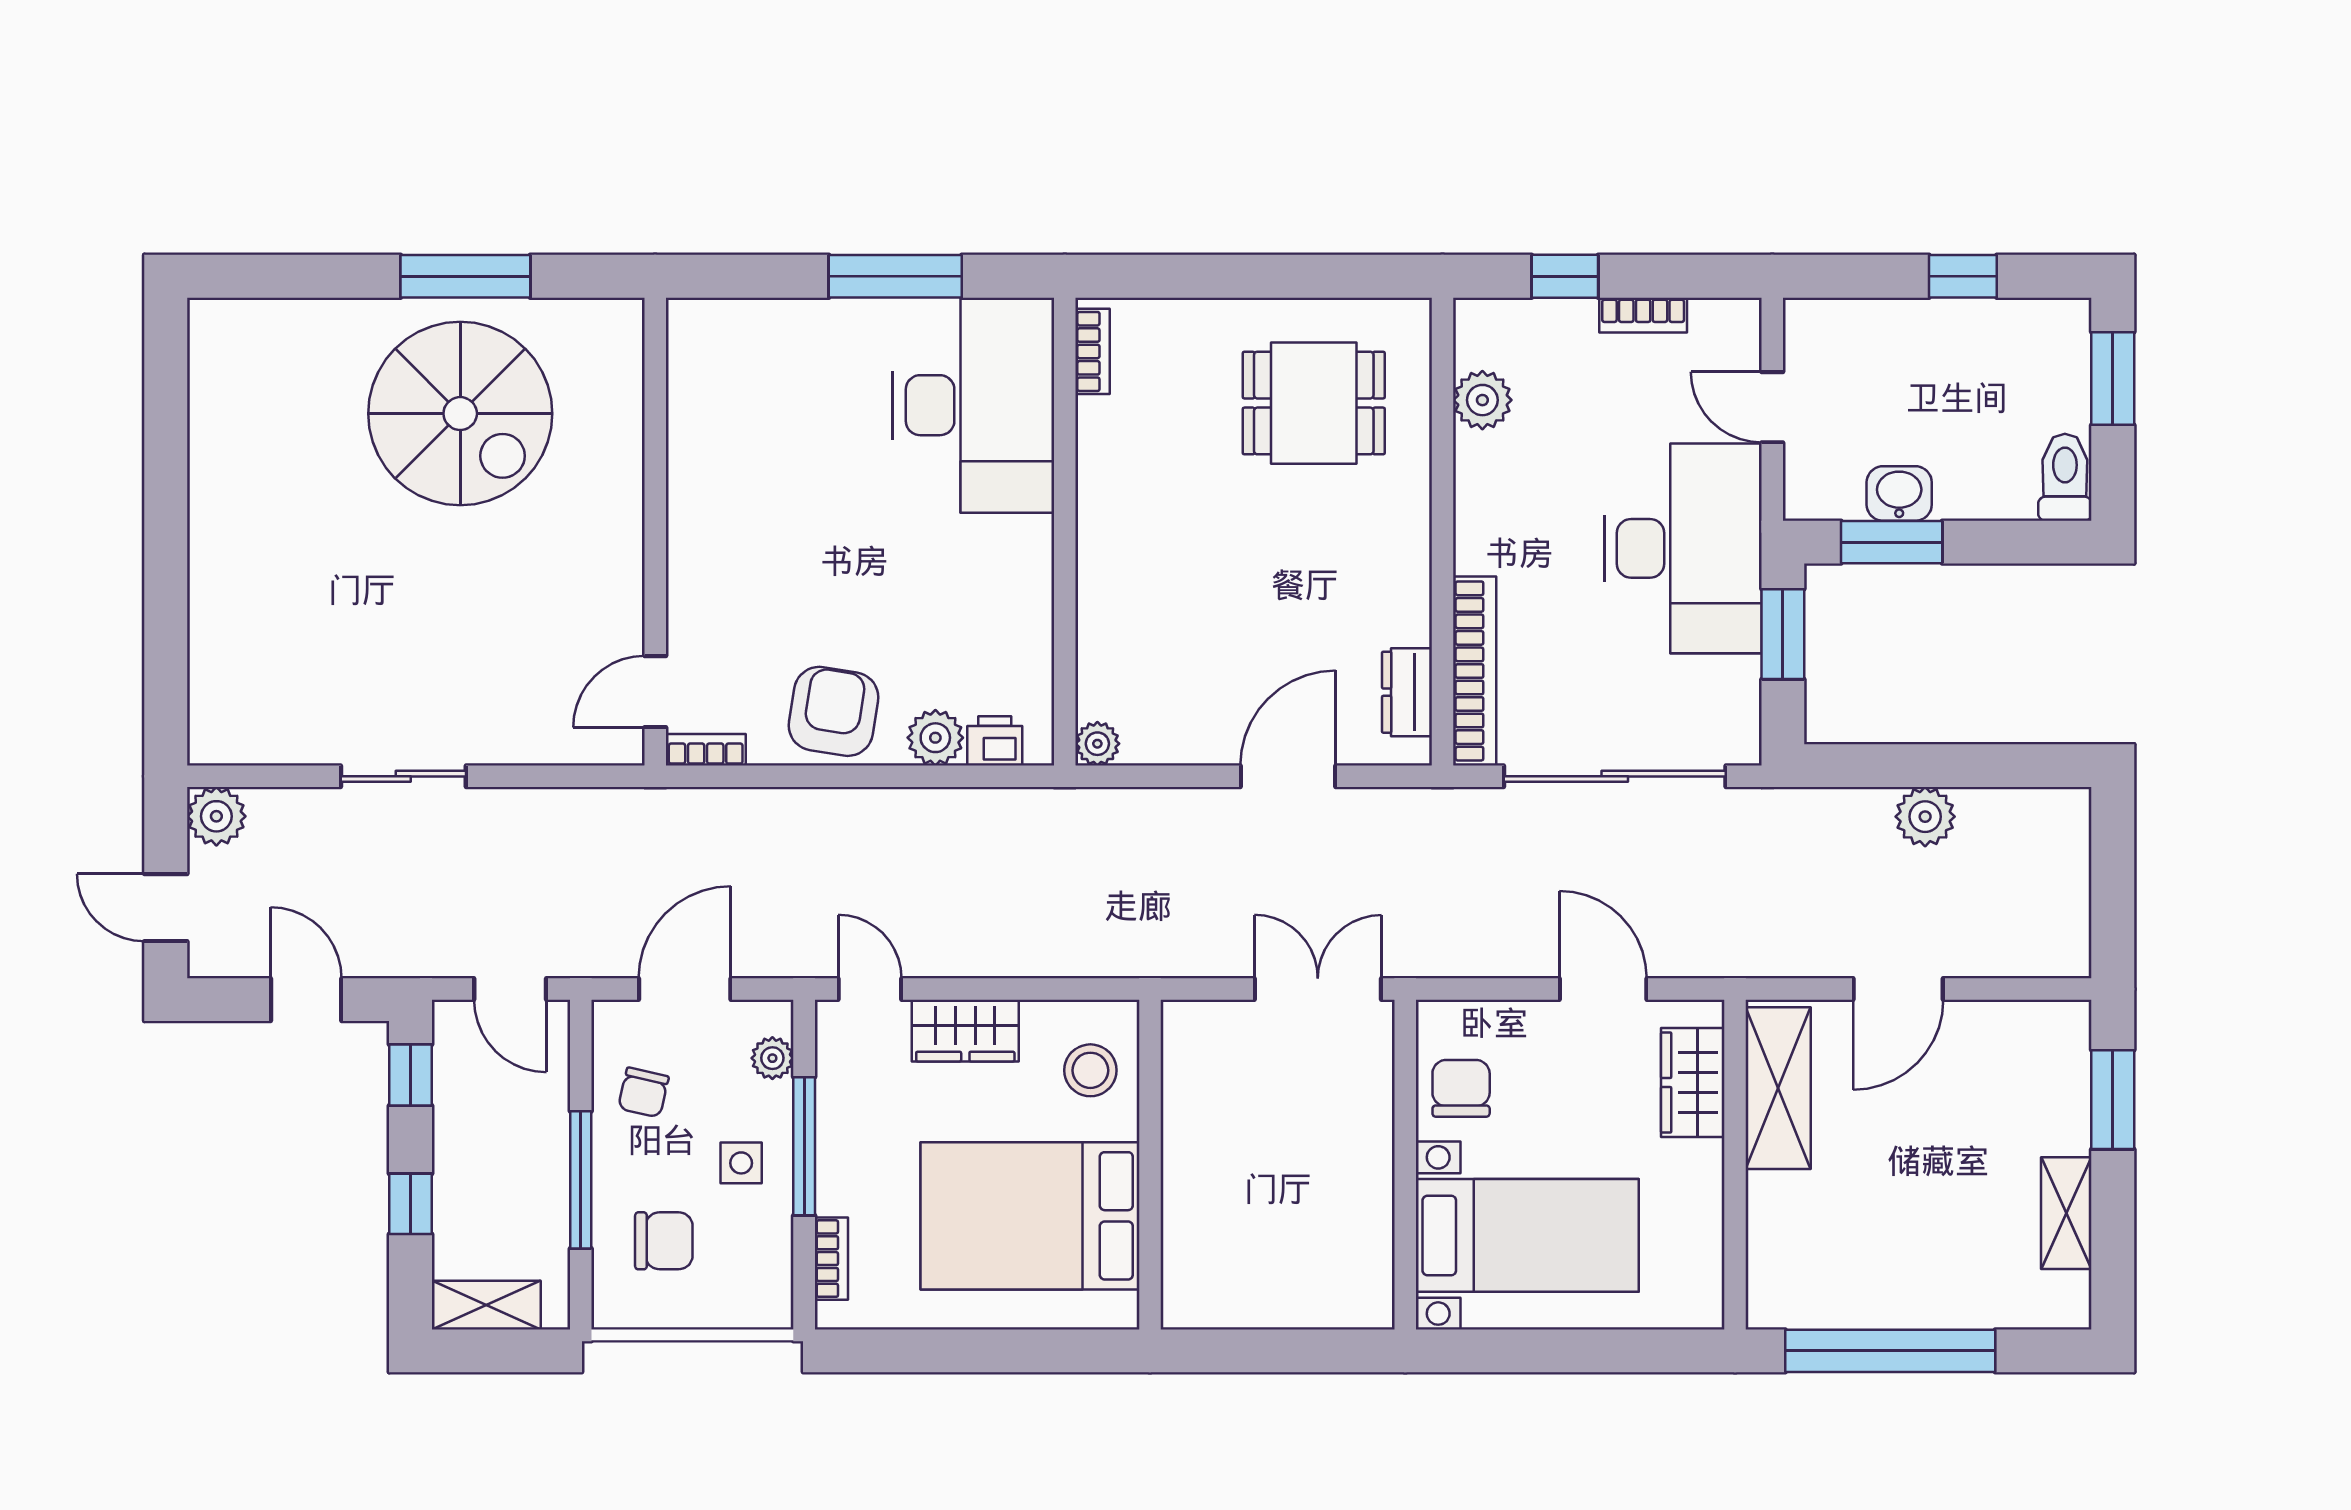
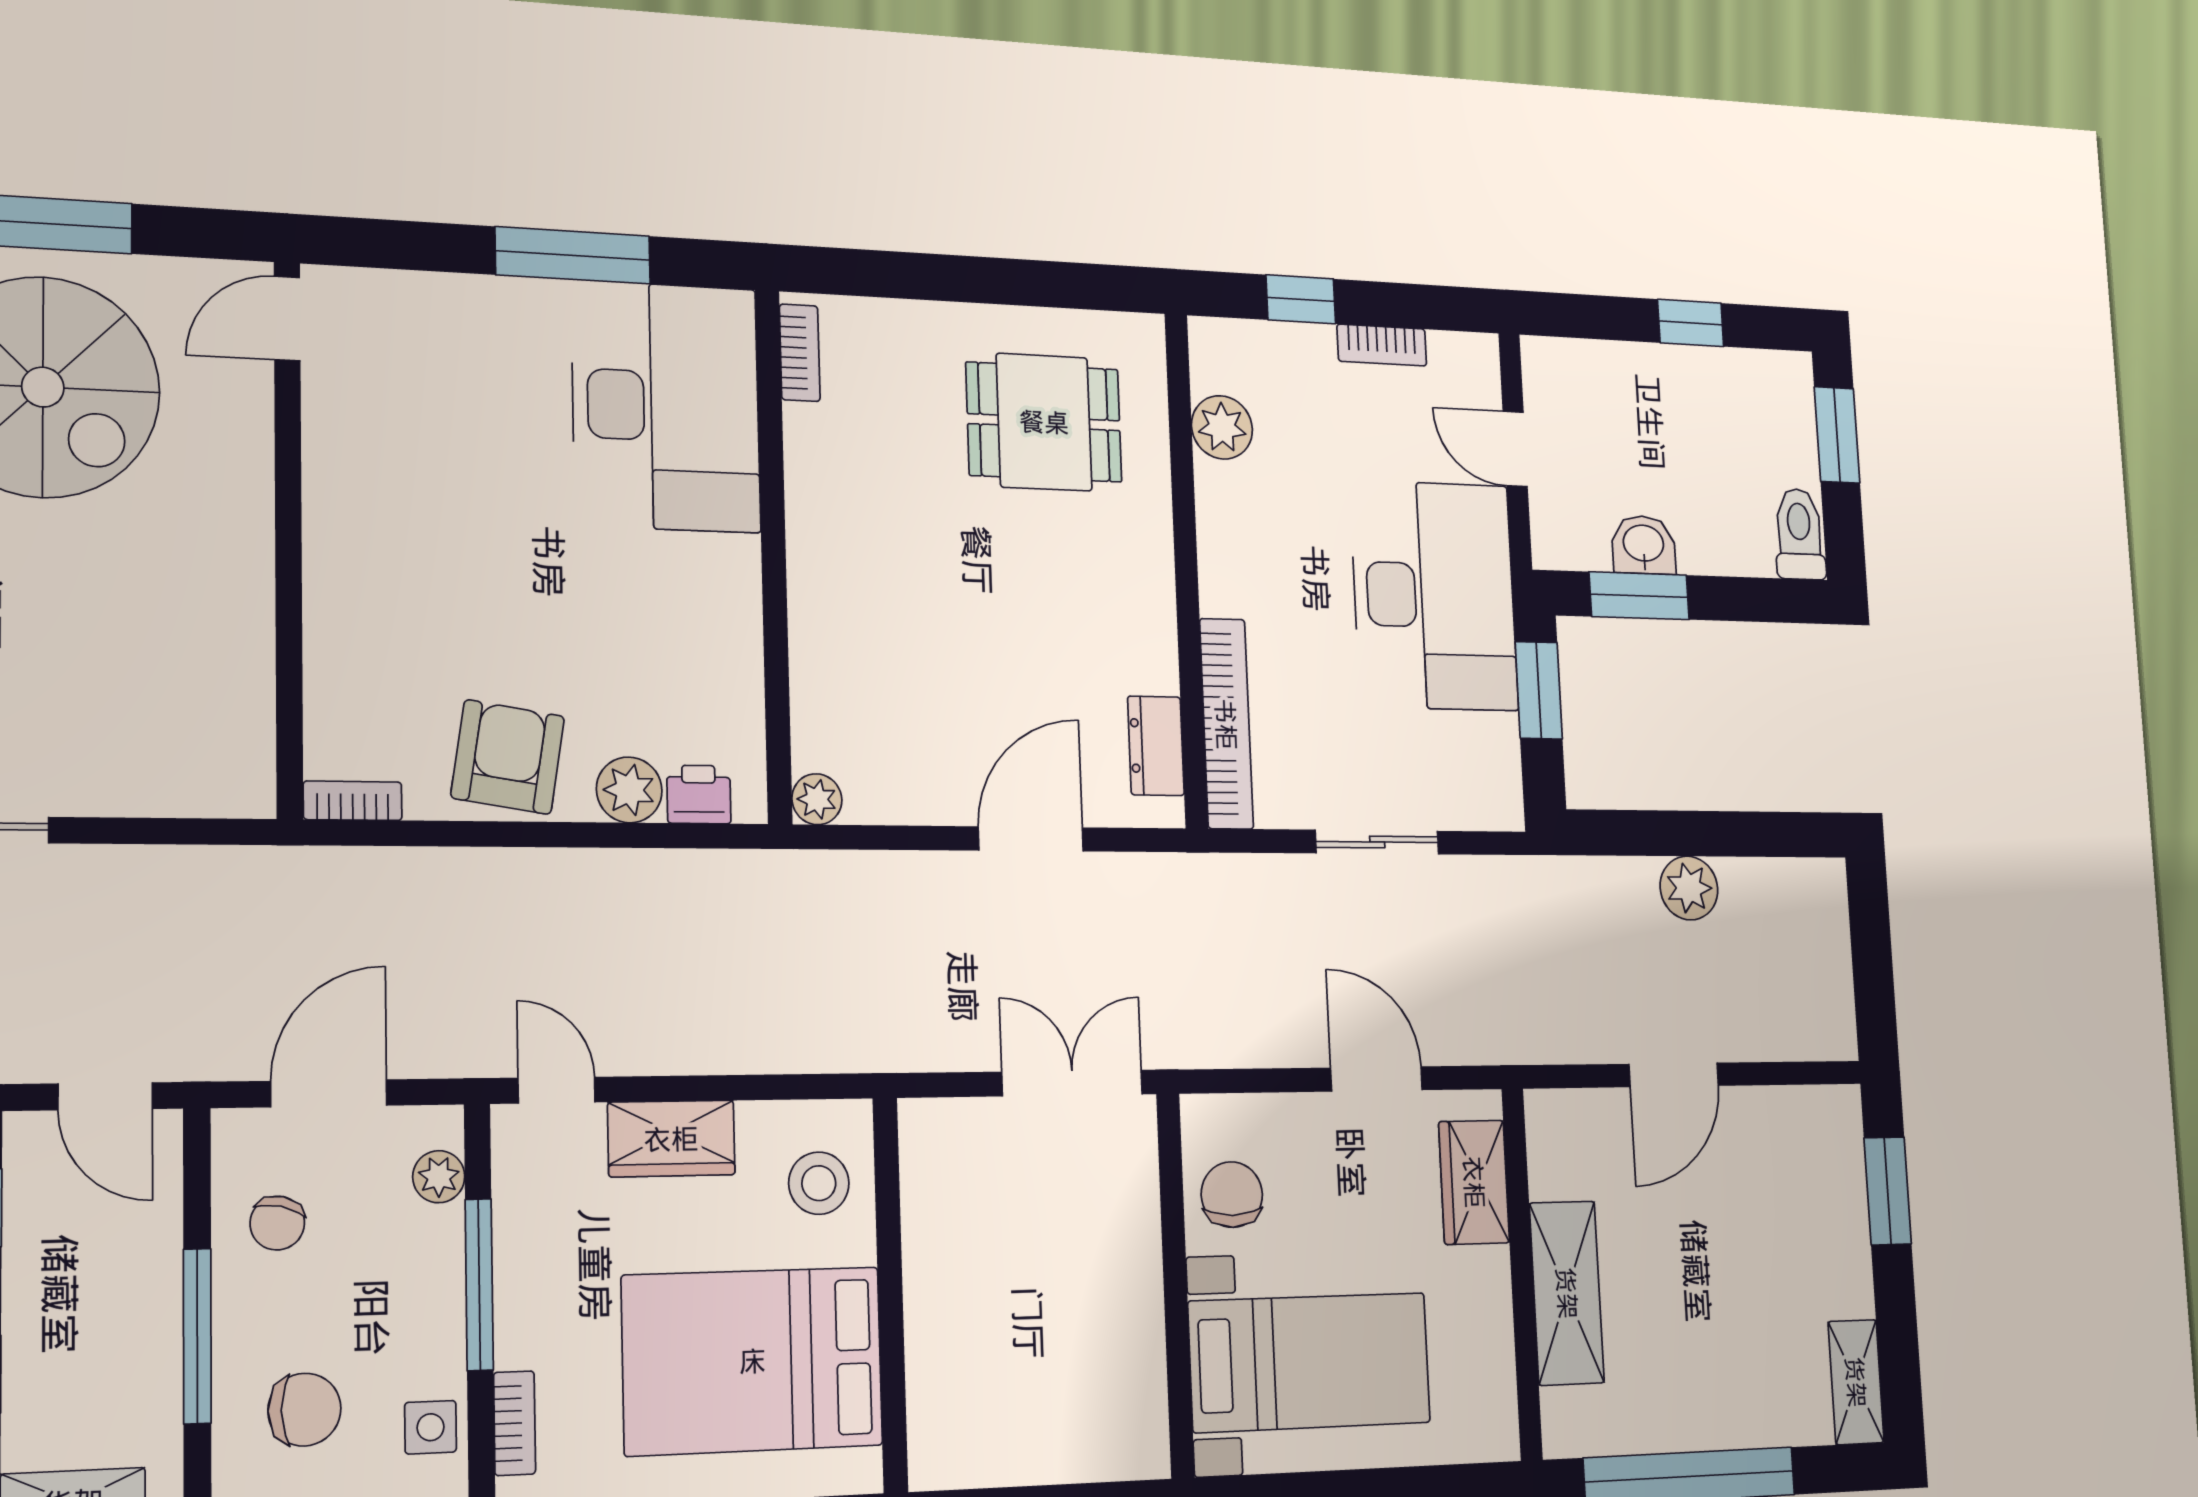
door: (655, 692) -> (287, 318), moved
sliding door: (1615, 776) -> (1377, 842), width x0.54
shelving: (1778, 1088) -> (1567, 1293), moved
side table: (741, 1163) -> (430, 1427), moved
shelving: (2066, 1213) -> (1856, 1382), moved

